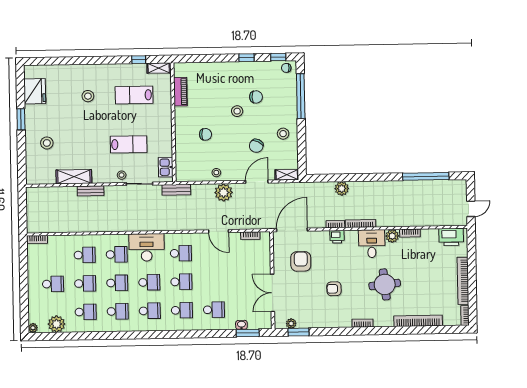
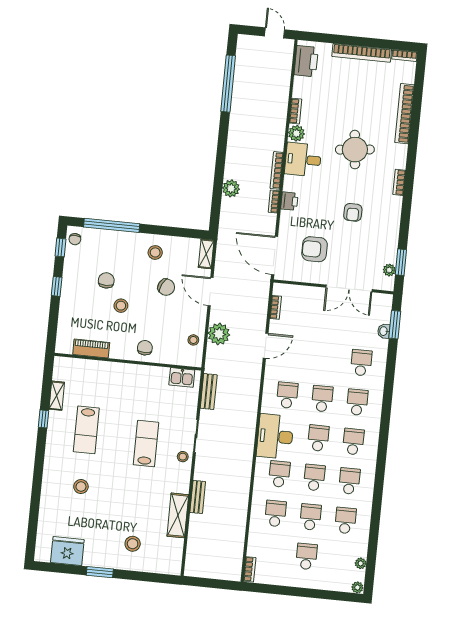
piano: (180, 92) -> (91, 348), moved
wall: (173, 122) -> (128, 362), moved
kitchen sink: (166, 167) -> (182, 377), moved
plant: (57, 324) -> (361, 563), width x0.53, depth x0.53

